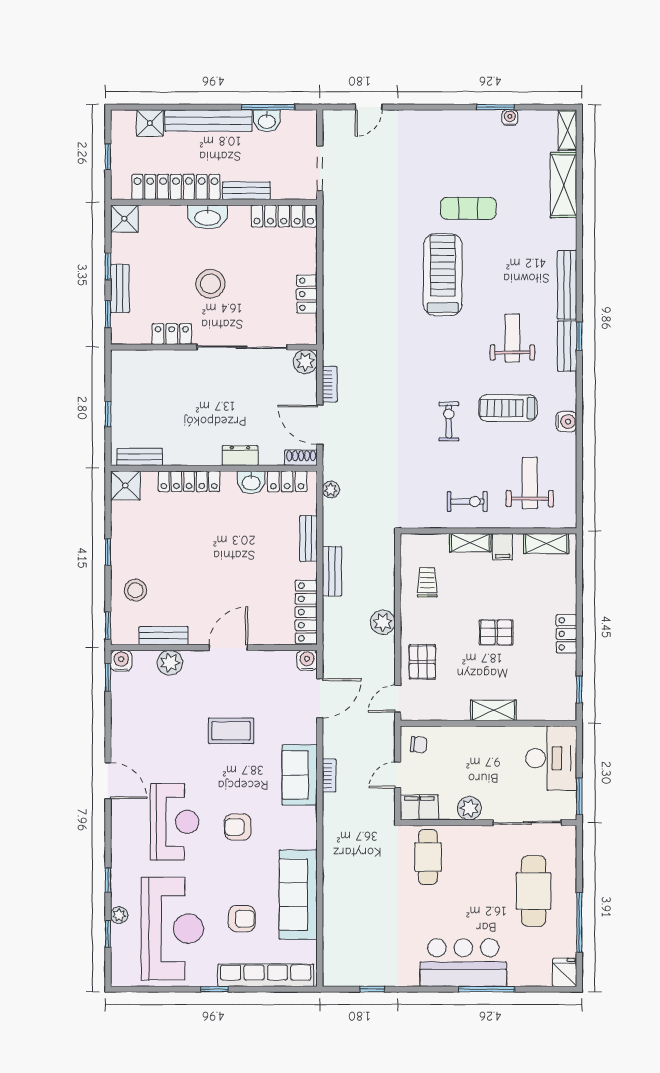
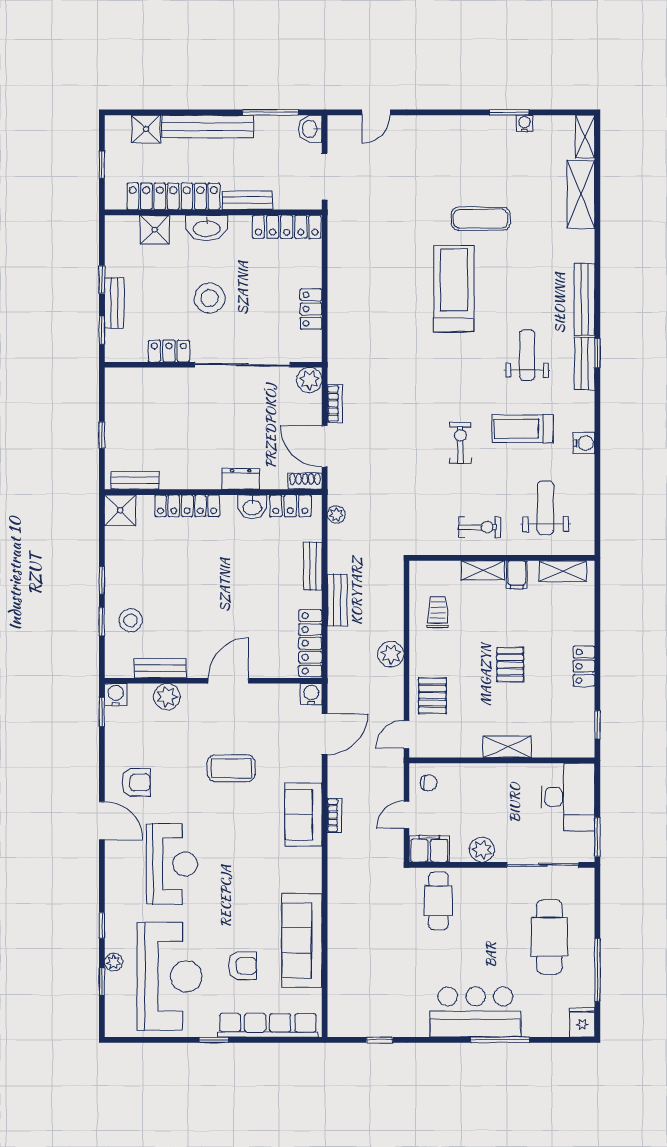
washbasin: (267, 121) -> (310, 129), moved, turned 90
shower: (124, 219) -> (155, 230), moved
window: (108, 626) -> (102, 622), moved
pallet: (496, 632) -> (510, 665), turned 90
armchair: (238, 827) -> (136, 782), moved, turned 180

